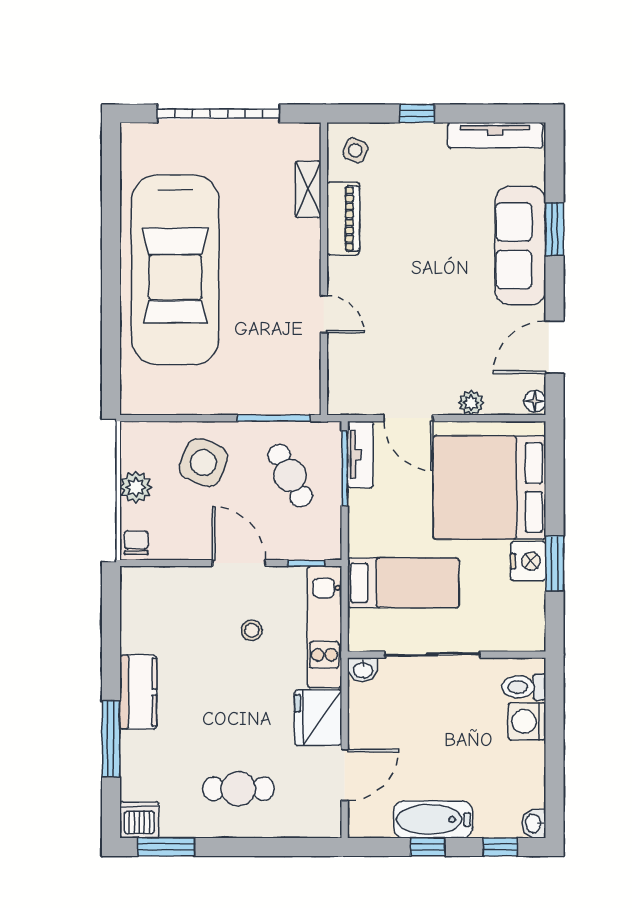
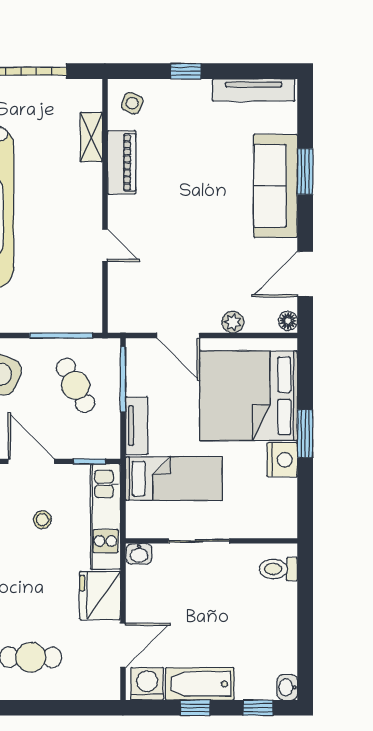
tv unit: (360, 454) -> (137, 426), moved
window: (555, 563) -> (305, 434), moved
sliding door: (432, 655) -> (199, 541), width x0.73
washing machine: (527, 721) -> (147, 684), moved, turned 90

